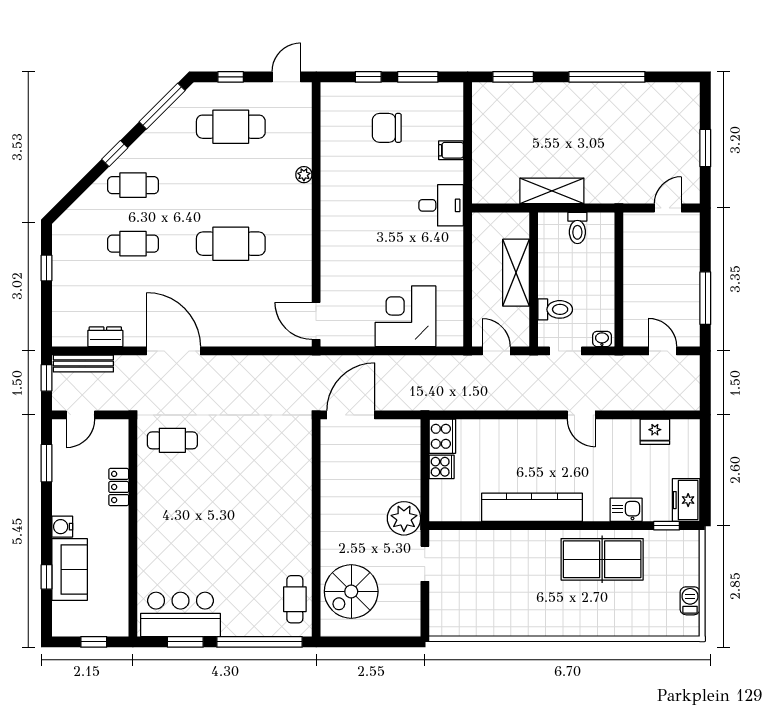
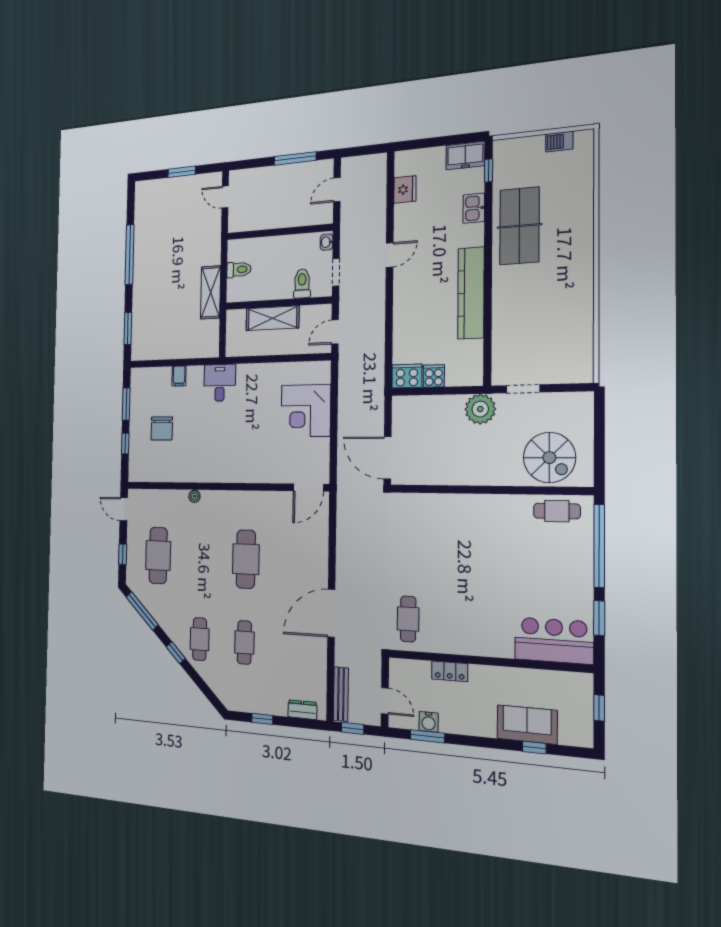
dresser: (105, 337) -> (302, 710), moved, turned 90
water cooler: (62, 527) -> (429, 722), moved
bar counter: (180, 614) -> (554, 641), moved, turned 90

